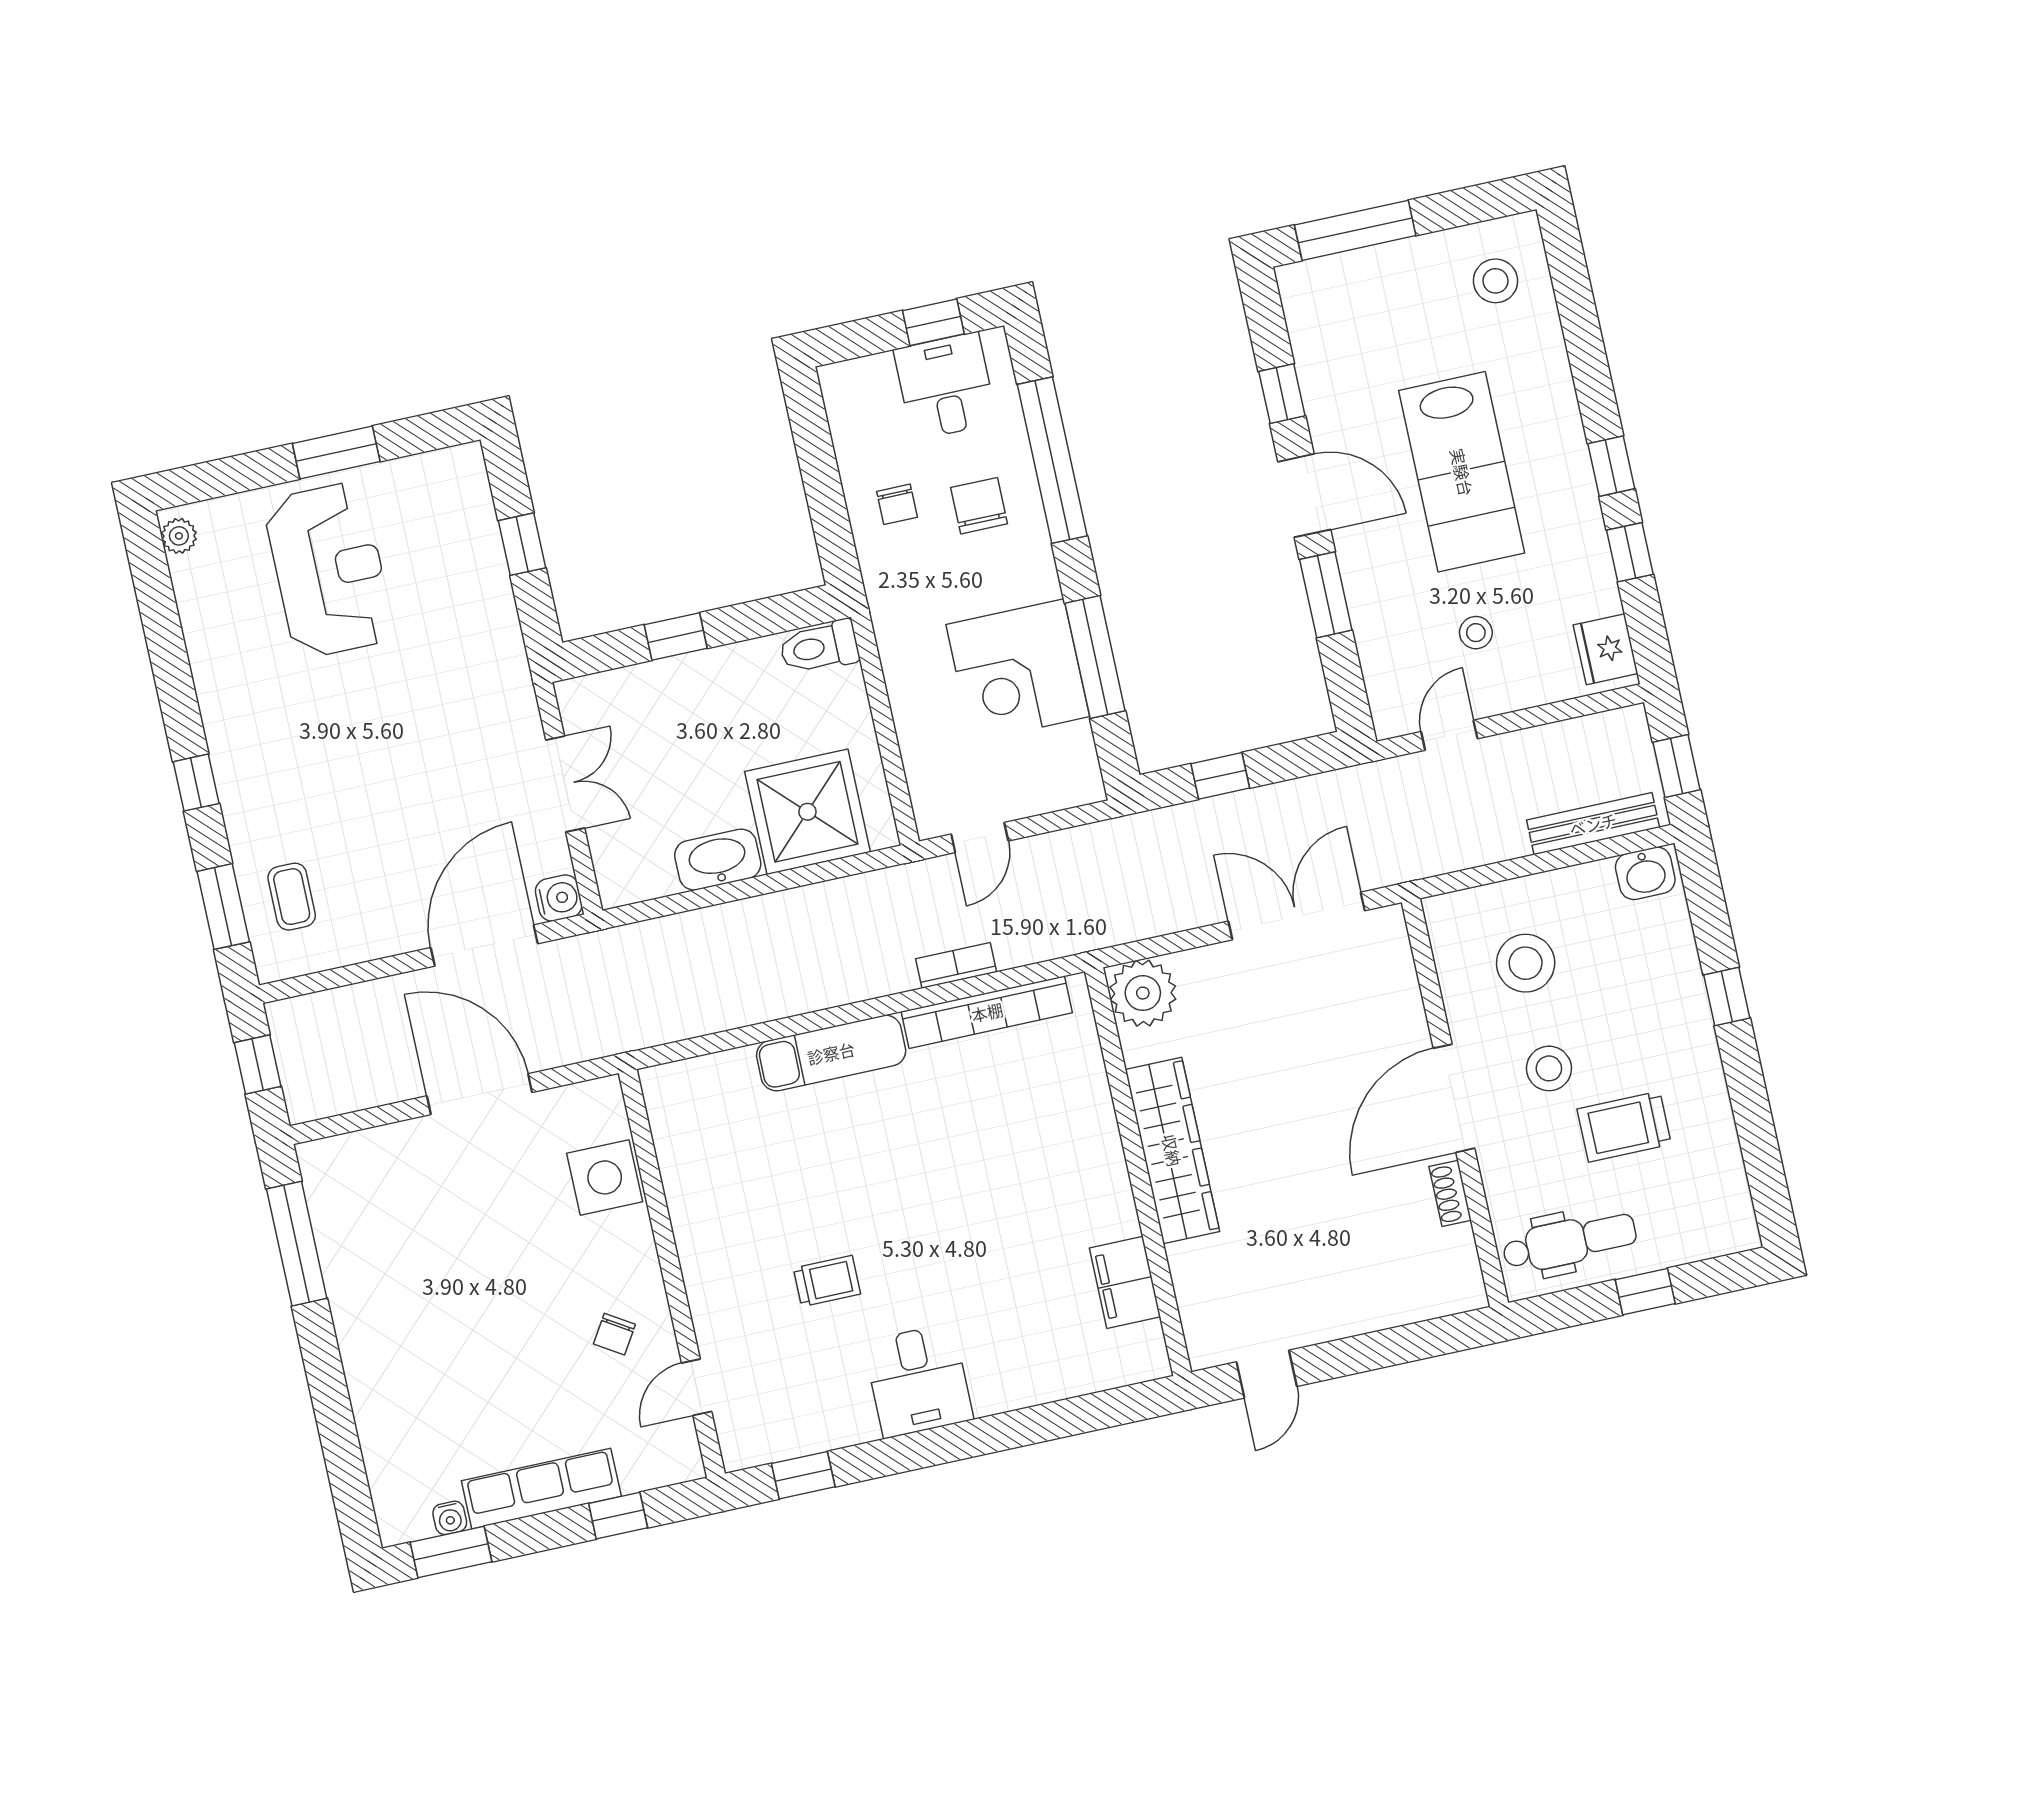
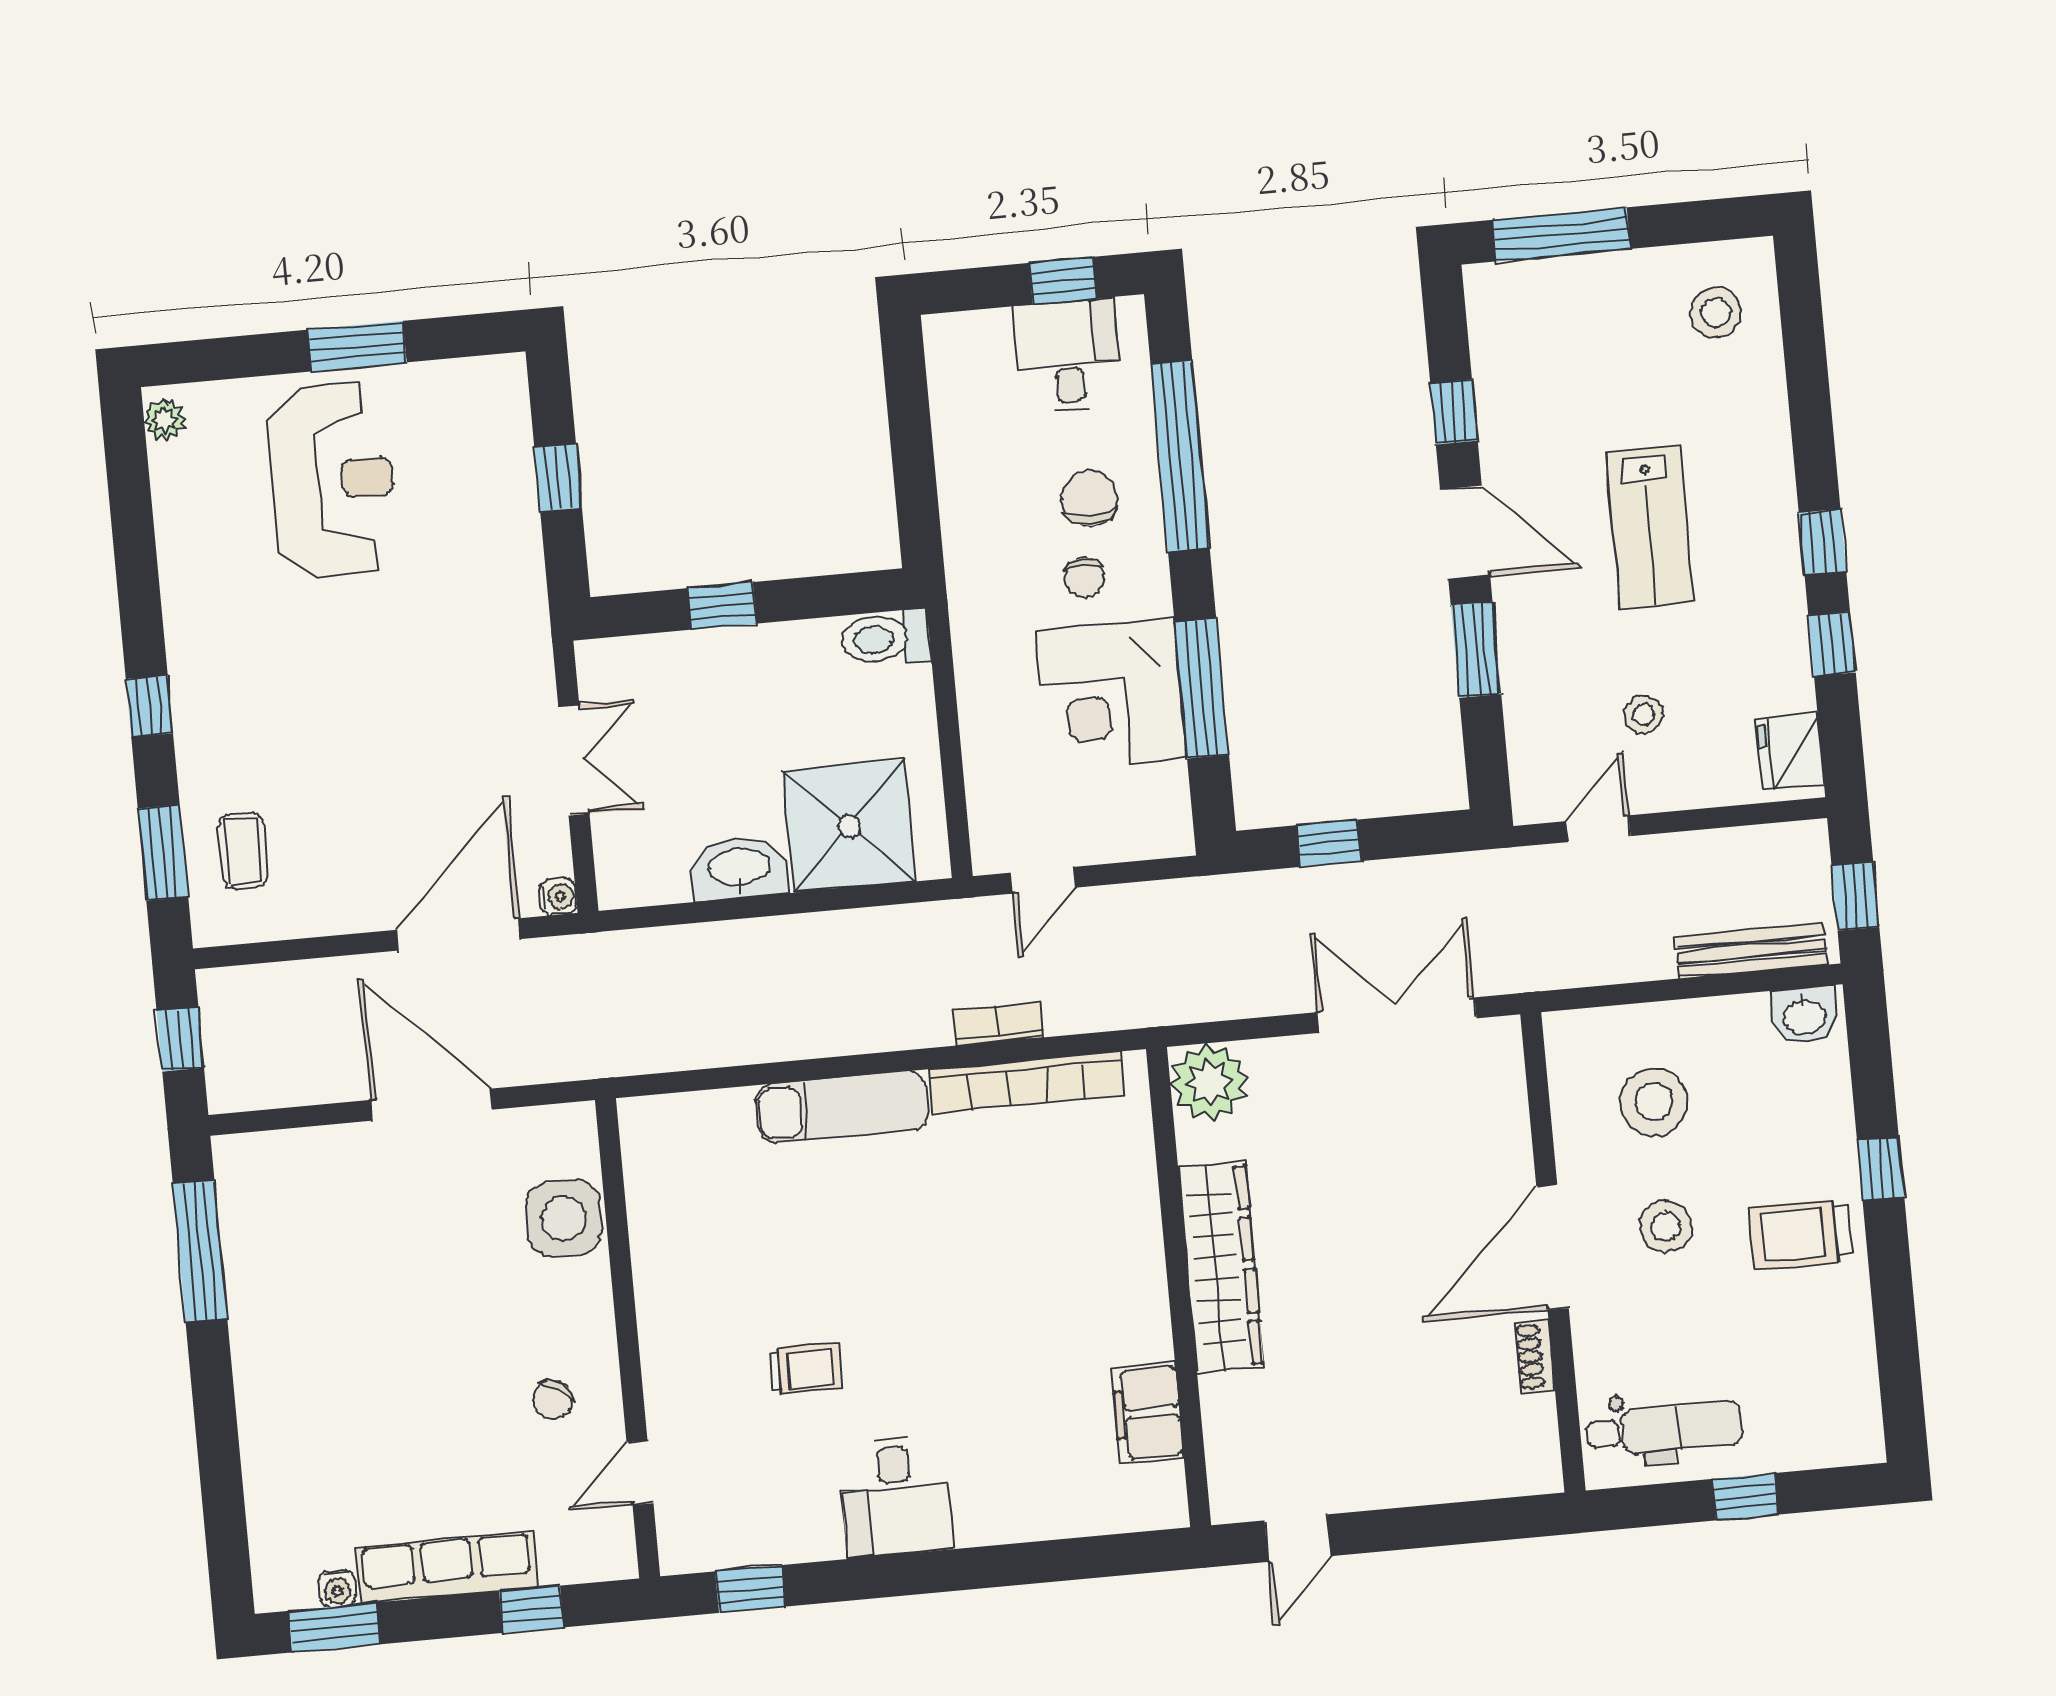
lab bench: (1462, 472) -> (1650, 527), width x0.73, depth x0.72
chair: (897, 504) -> (1084, 578), moved
water cooler: (559, 898) -> (558, 897), width x0.72, depth x0.72
trolley: (1624, 1127) -> (1800, 1234), moved

